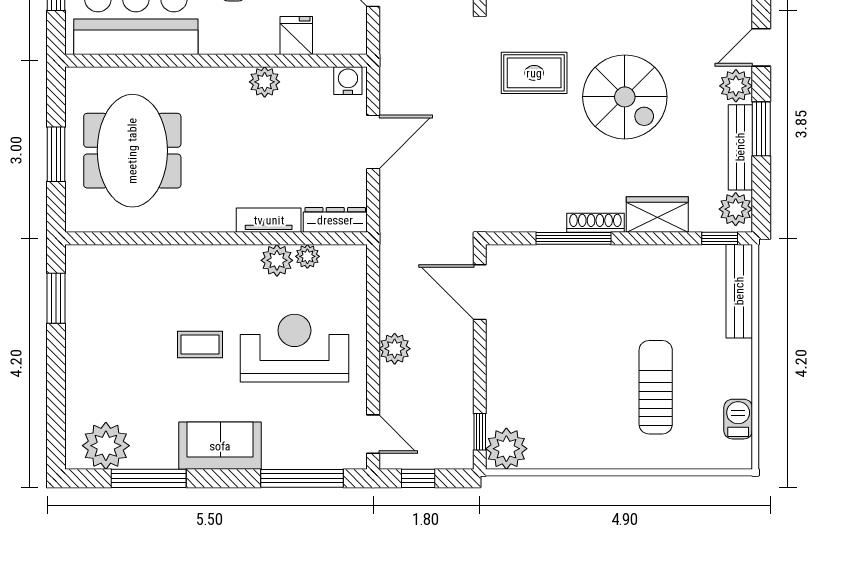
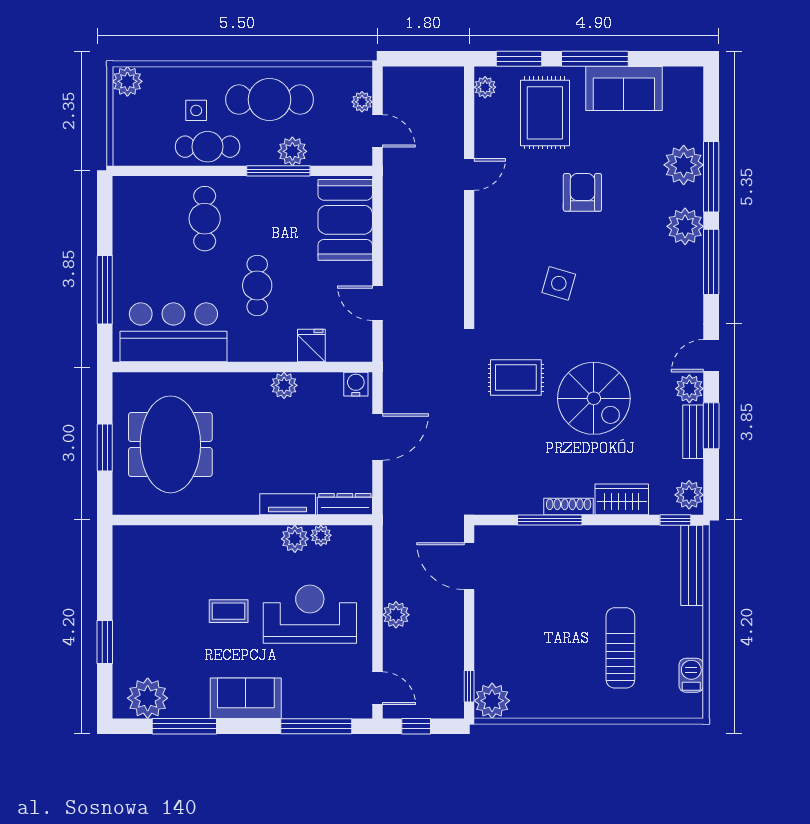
bench: (740, 147) -> (693, 432), width x0.73
window: (56, 298) -> (105, 642), moved

